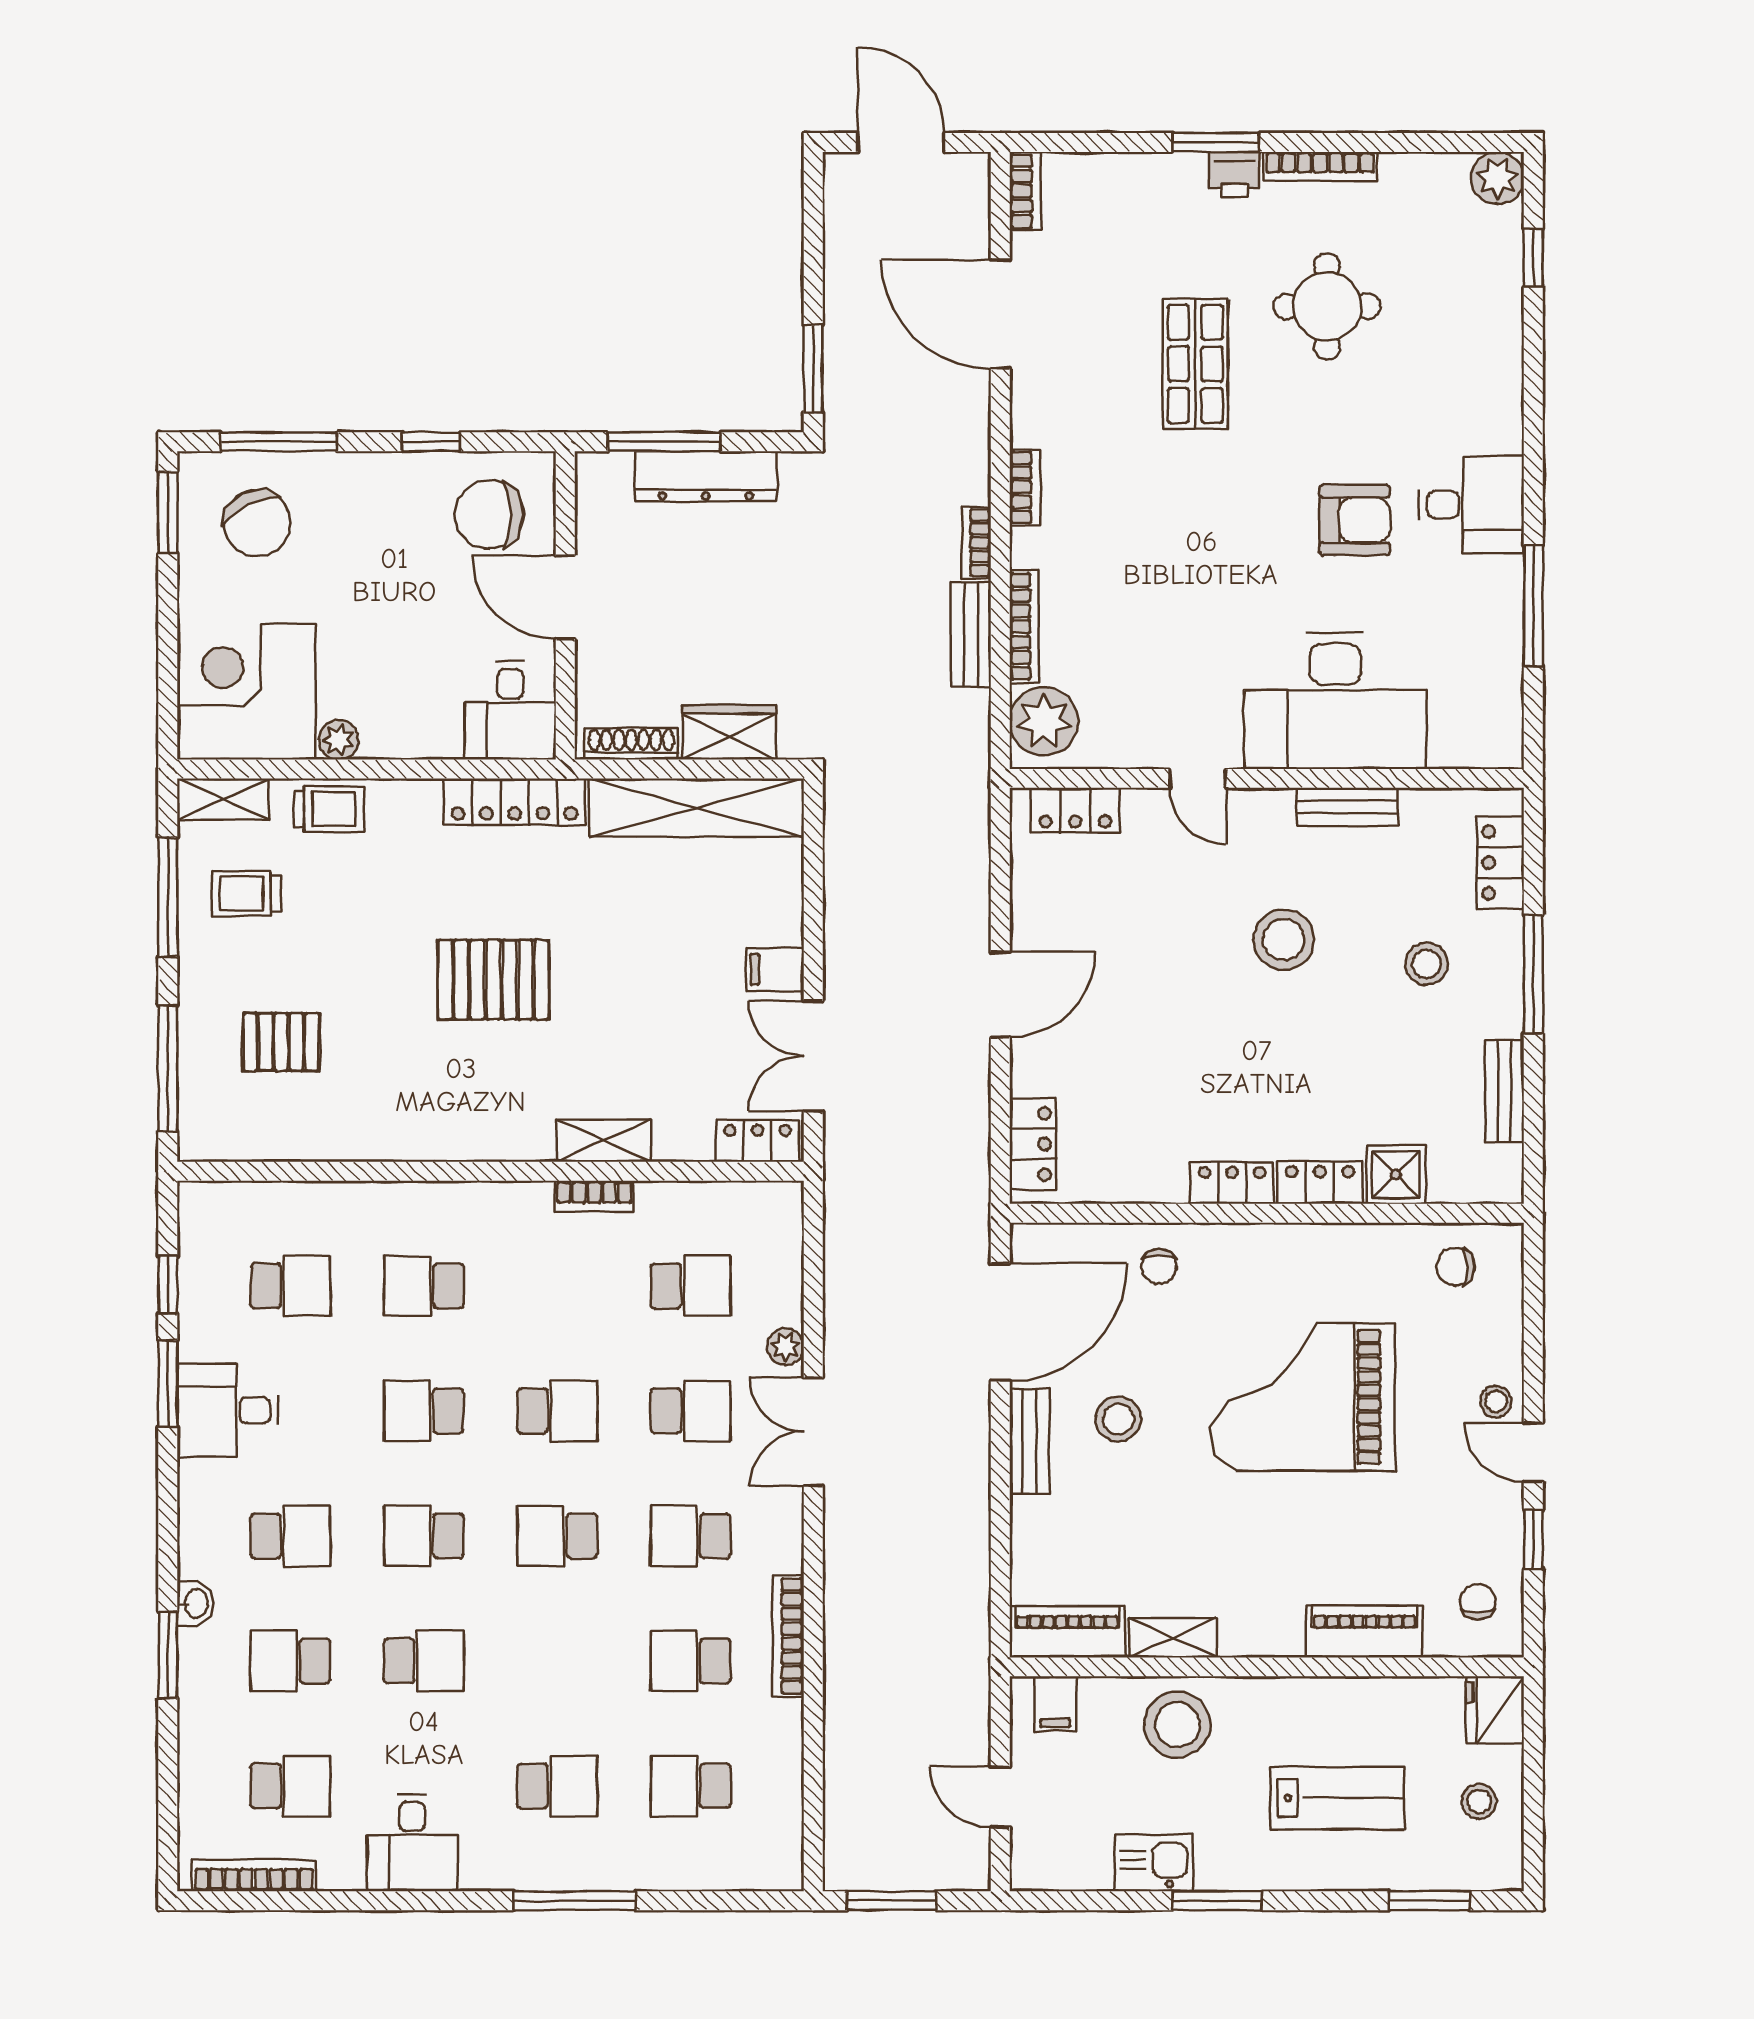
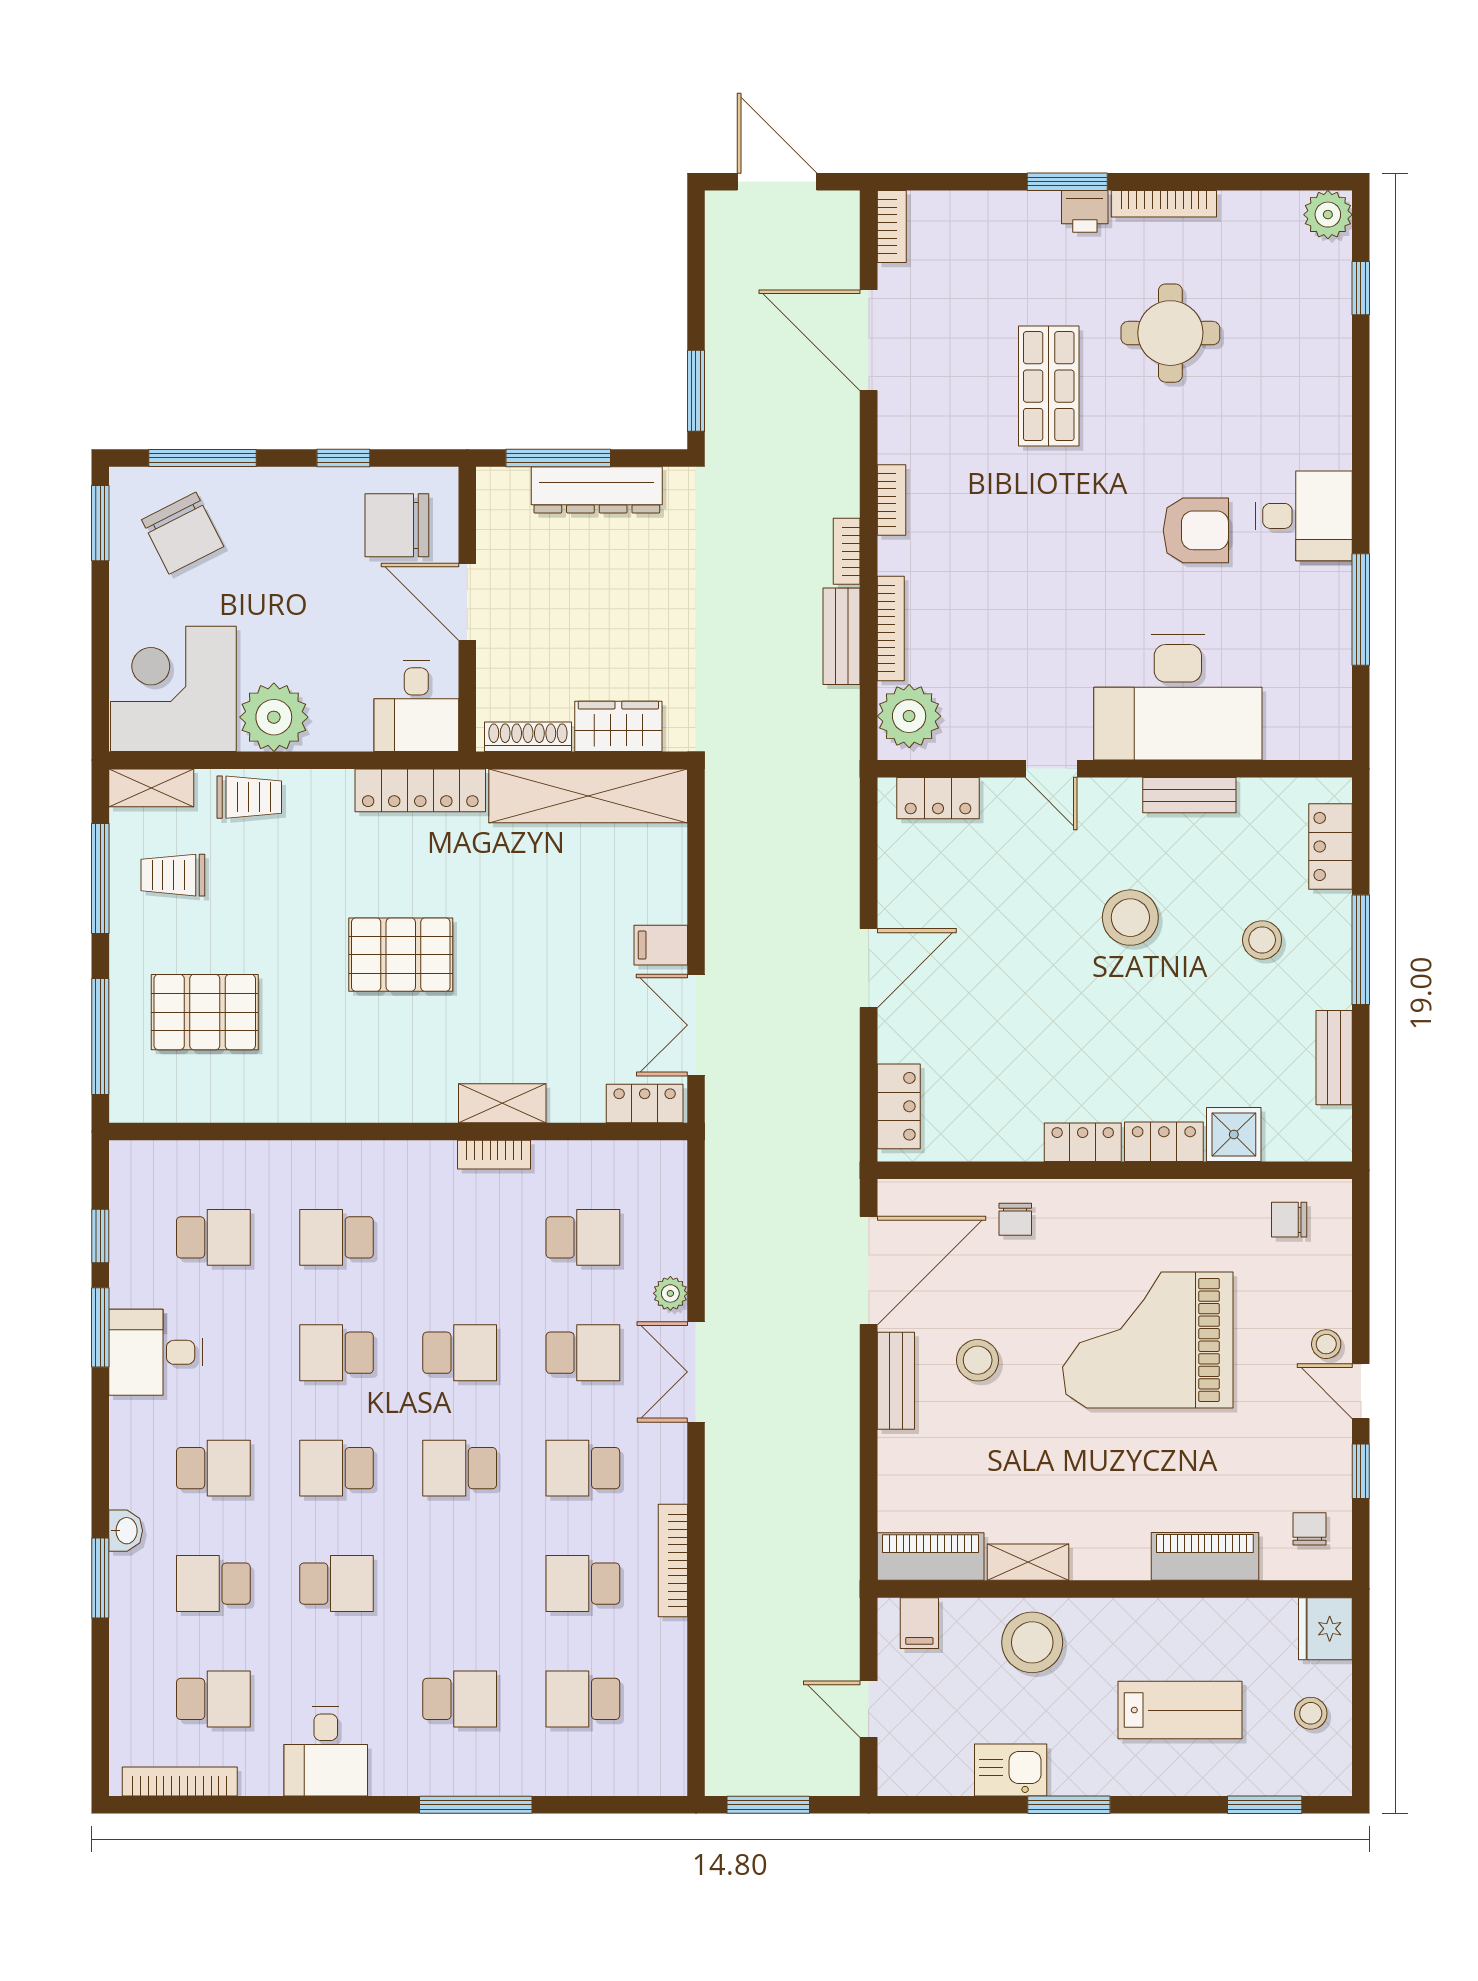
plant: (339, 740) -> (274, 717), width x1.87, depth x1.87
pallet: (281, 1042) -> (205, 1012), width x1.50, depth x1.42

